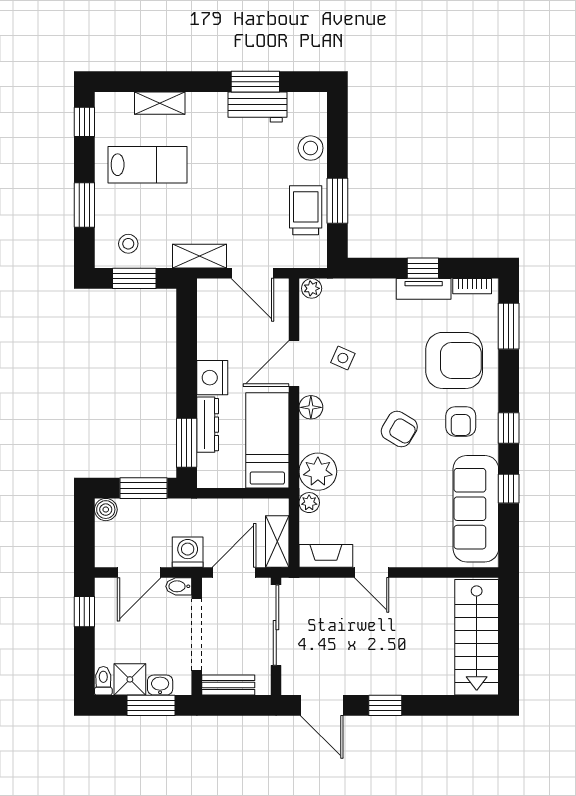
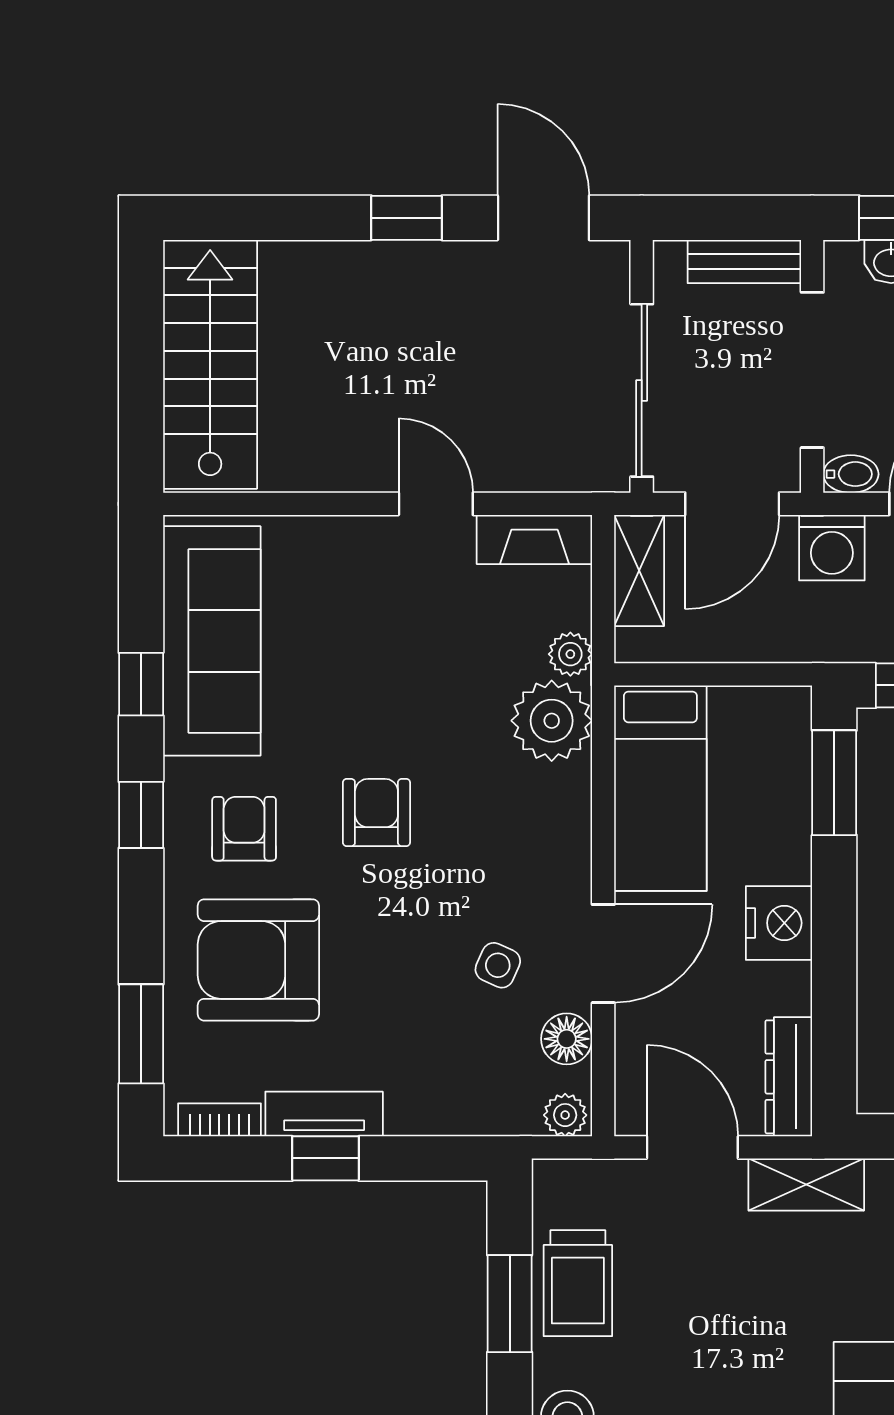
floor lamp: (311, 407) -> (567, 1039), moved
dresser: (208, 425) -> (789, 1077), moved
armchair: (399, 429) -> (376, 812), turned 59

